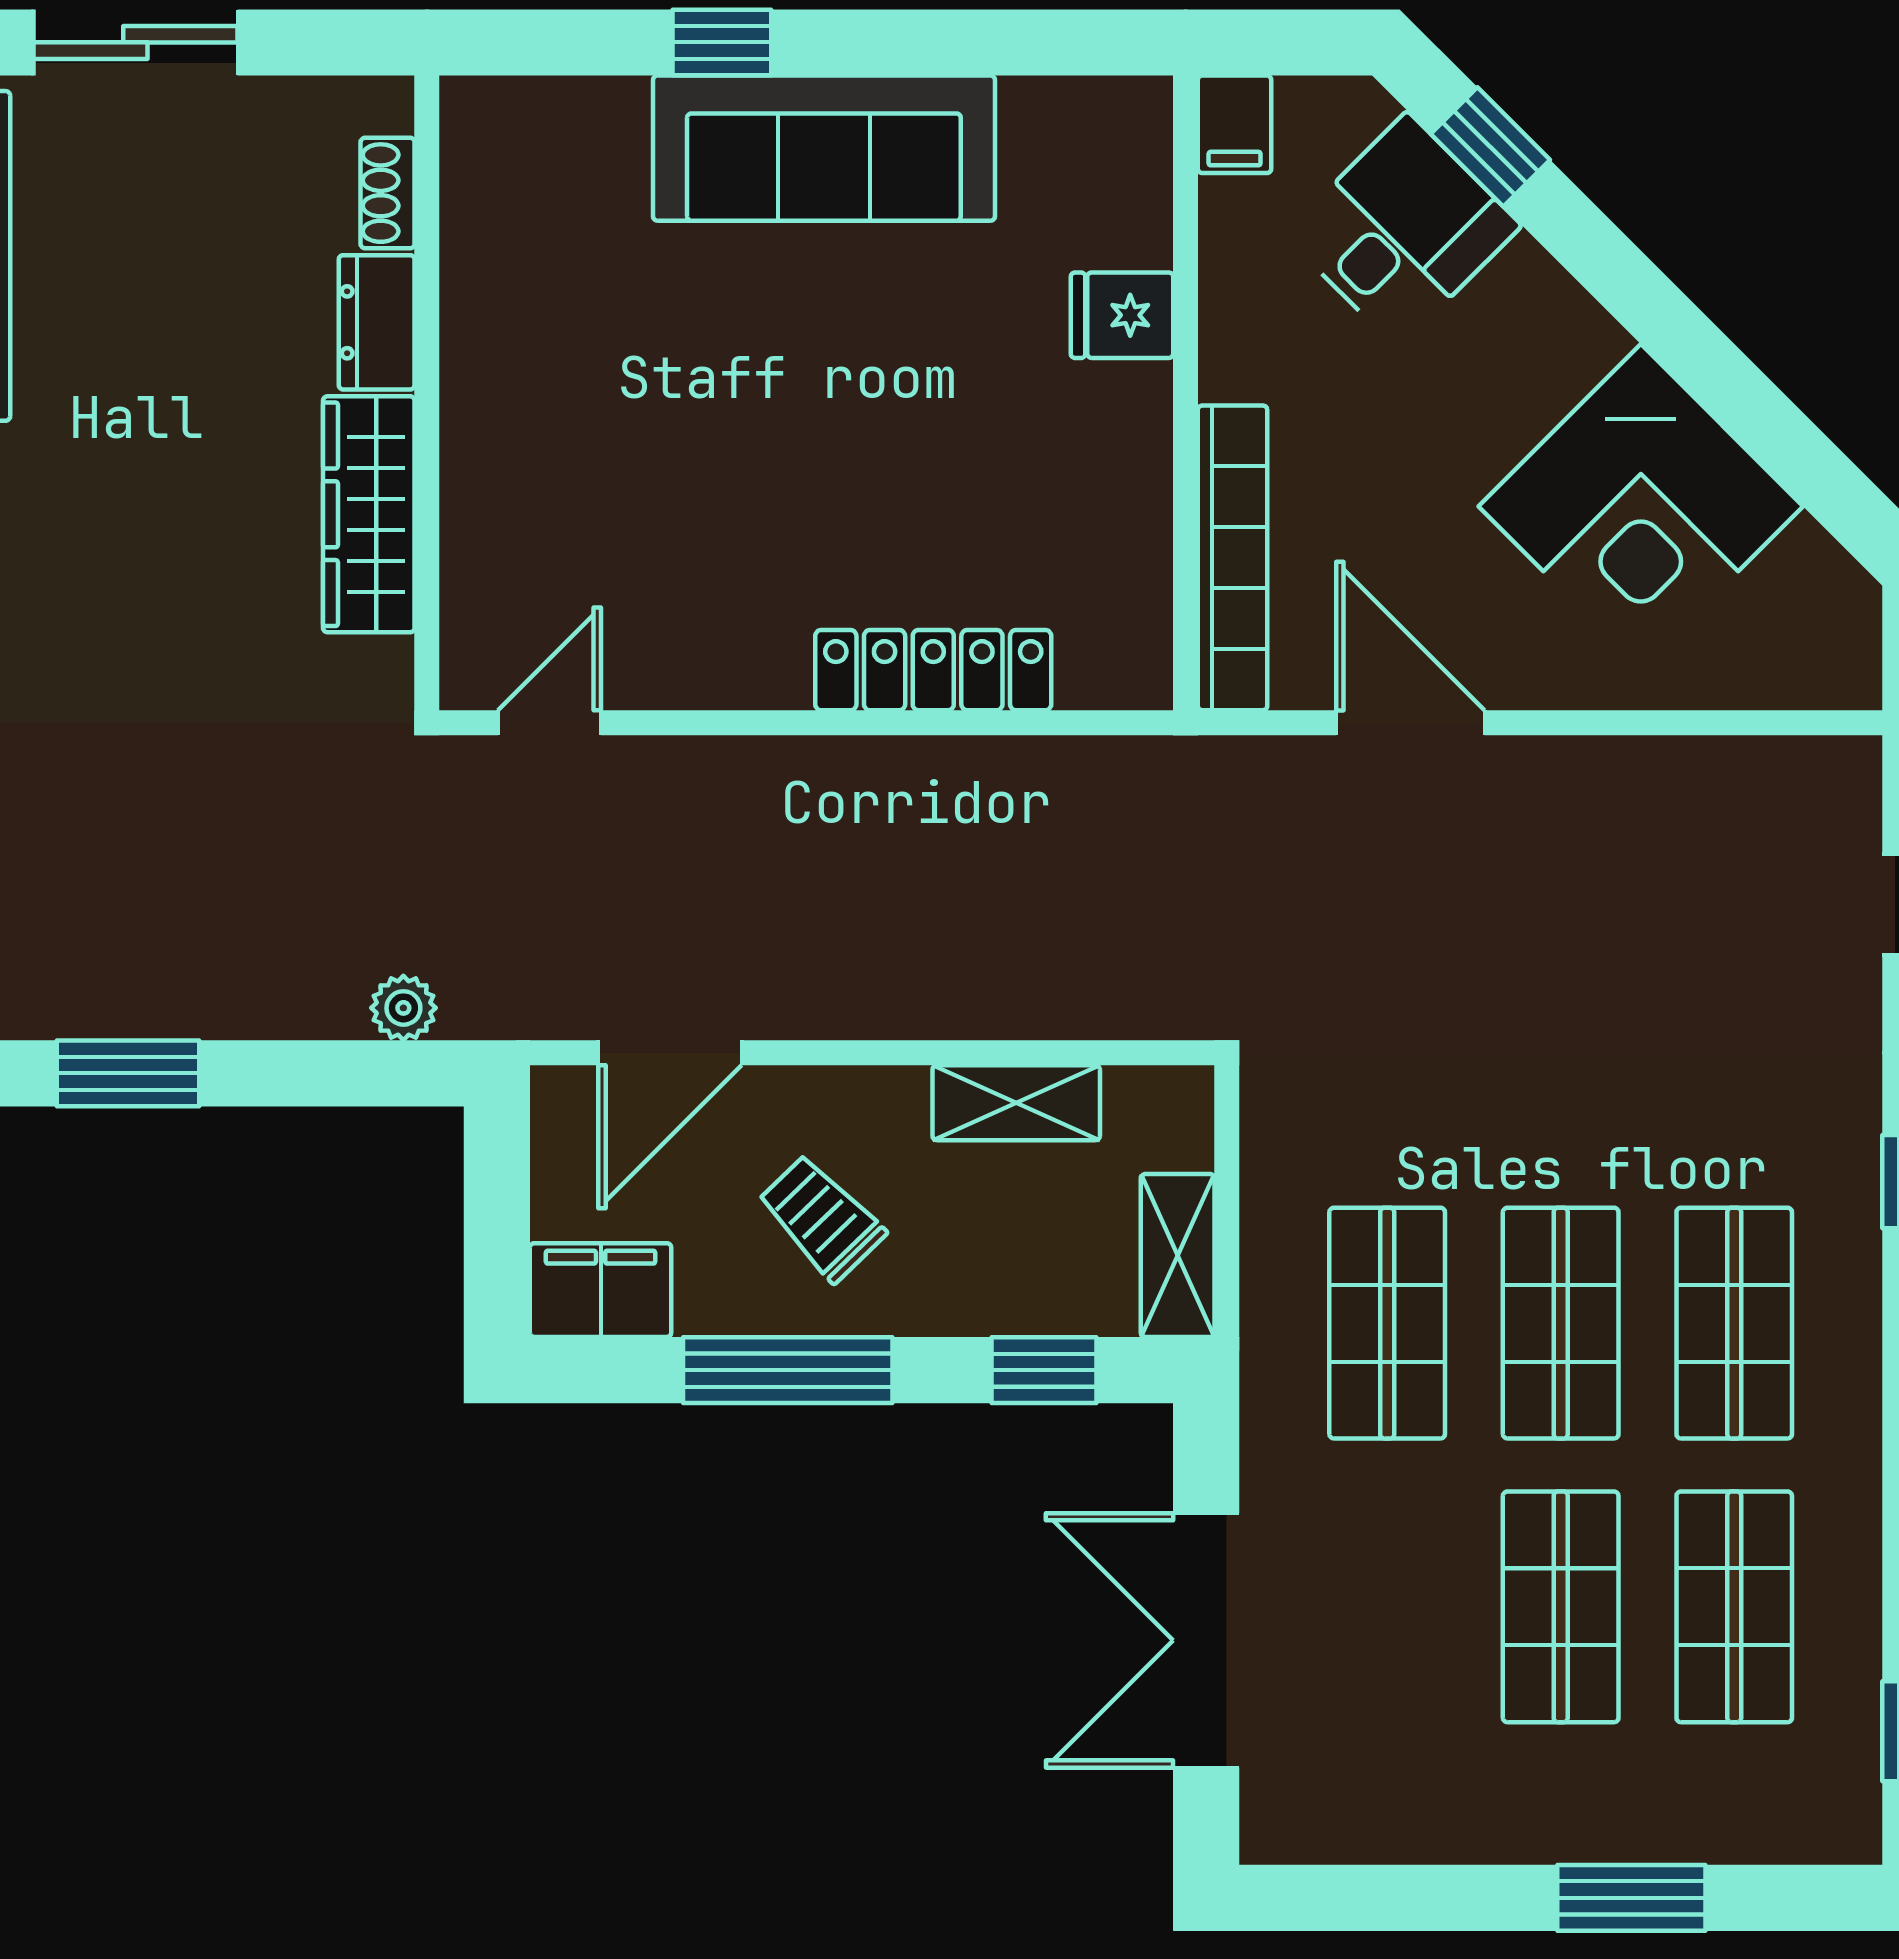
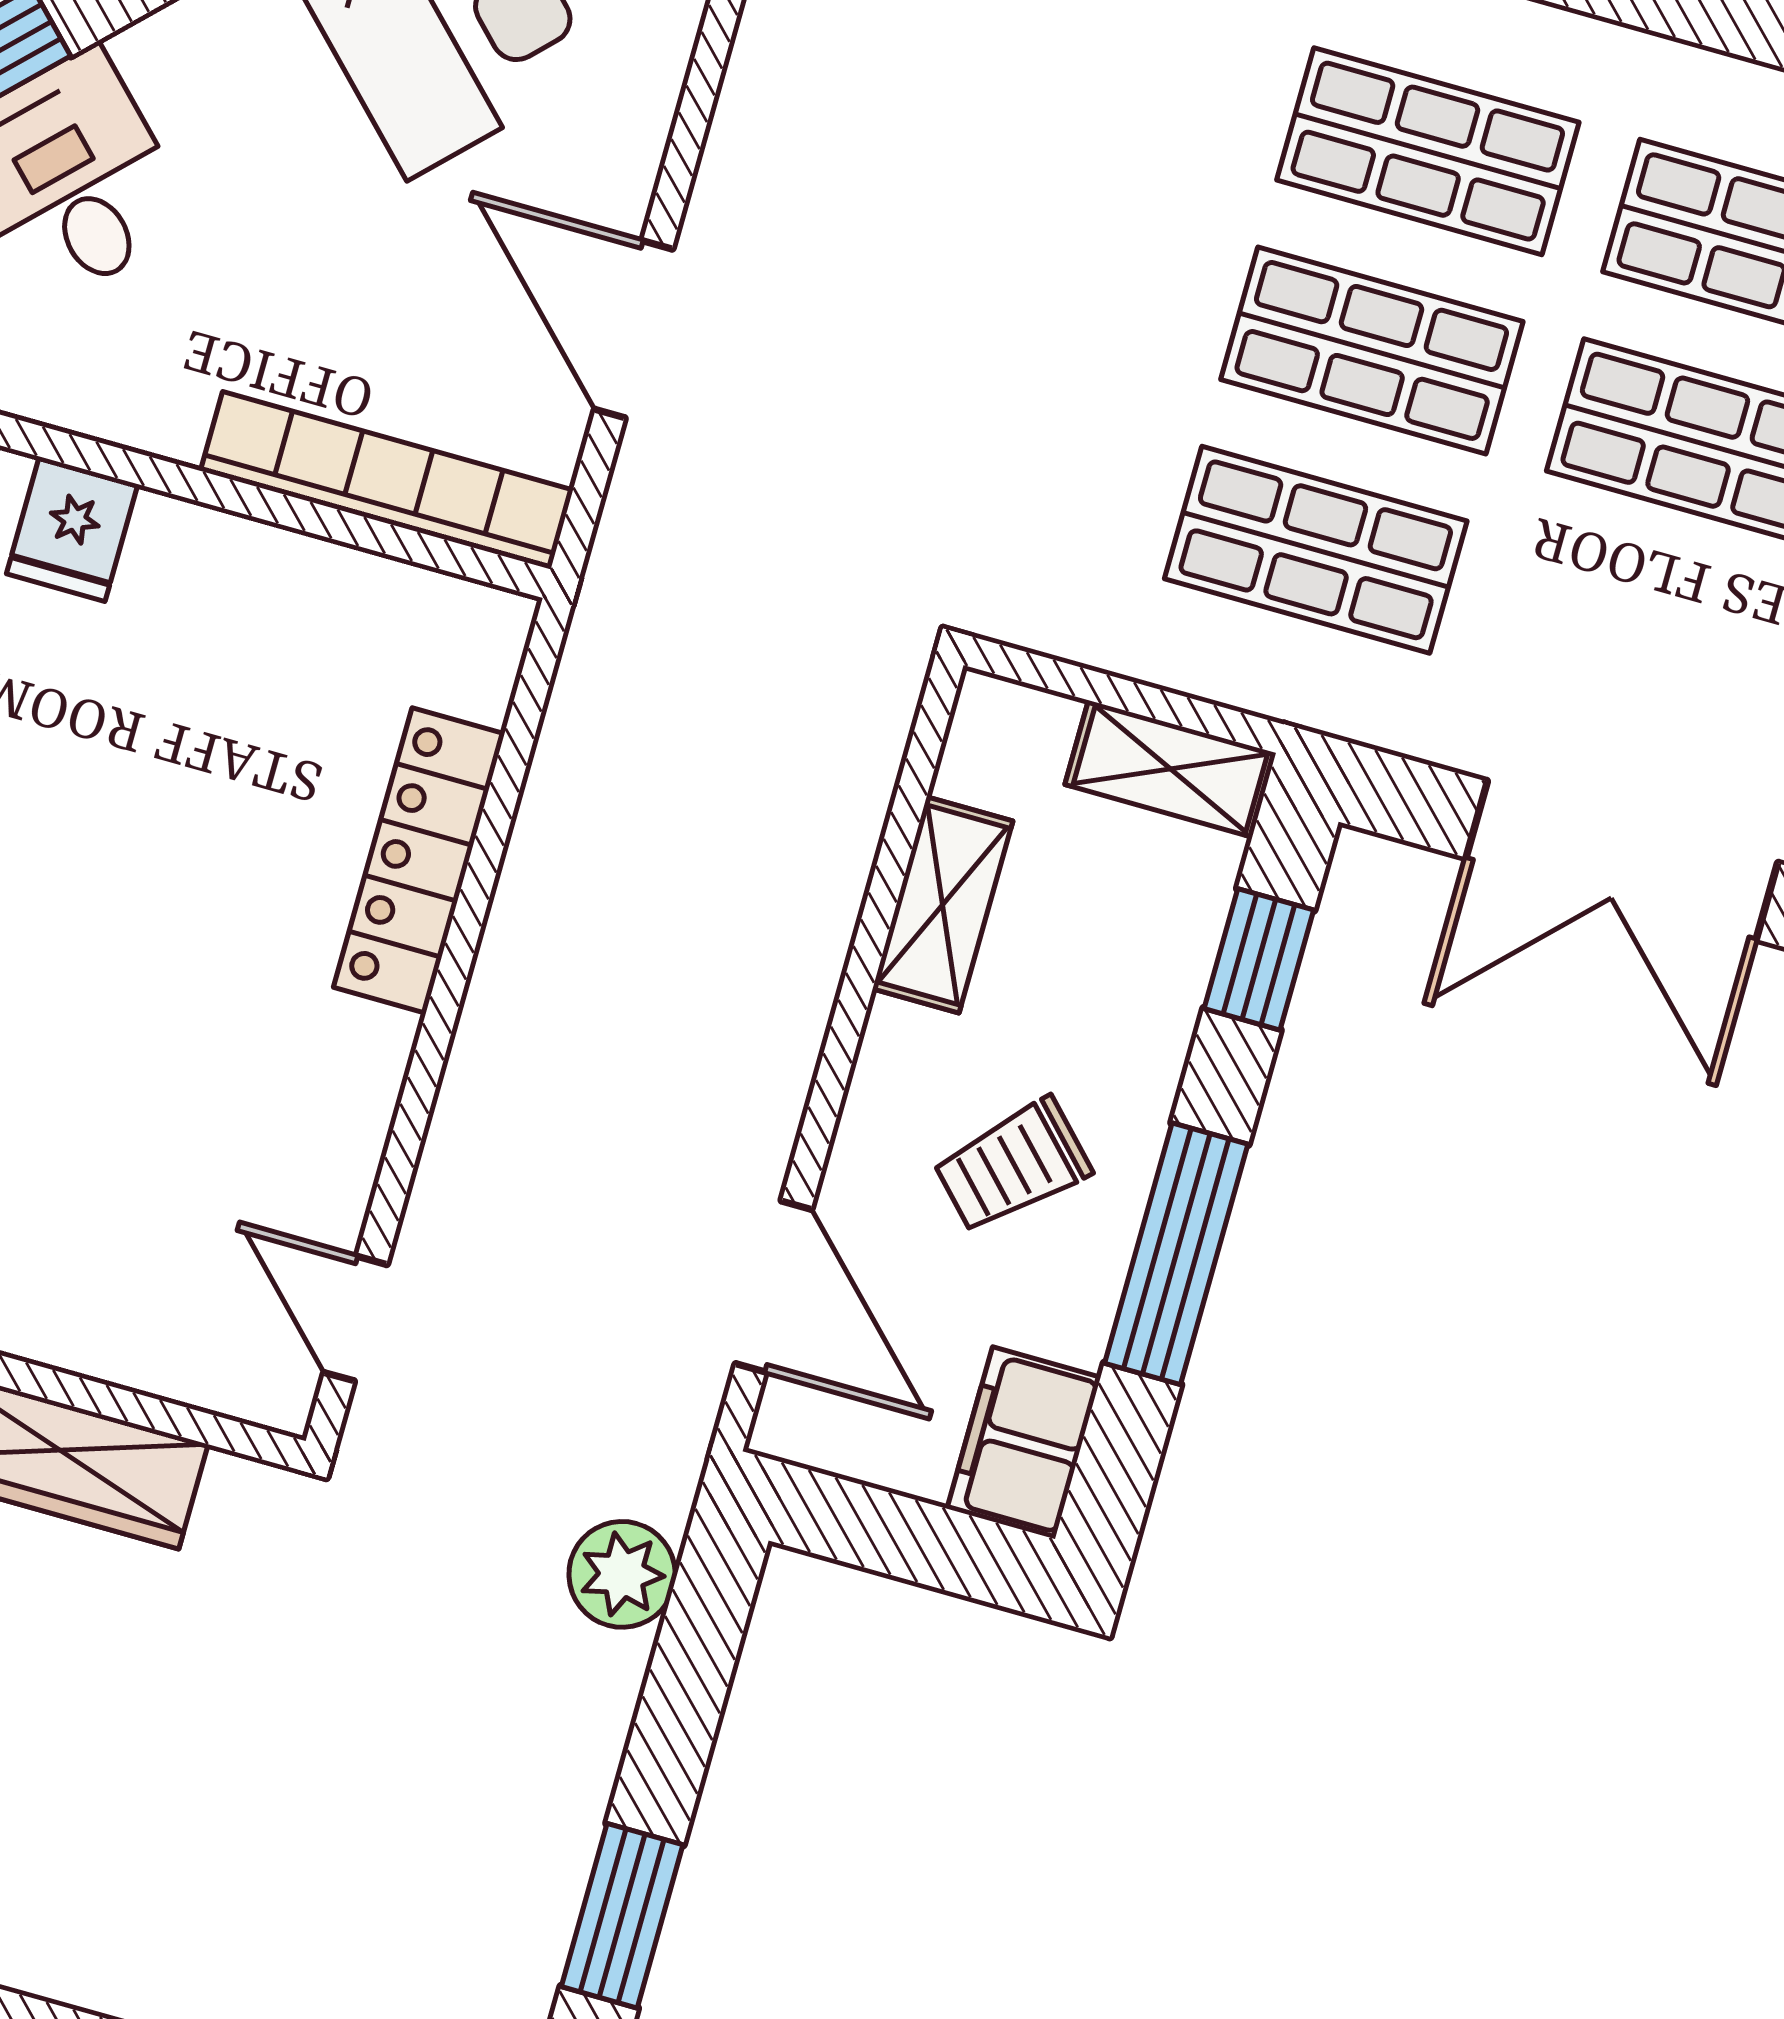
door: (1410, 723) -> (634, 329), hinge flipped
plant: (403, 1008) -> (622, 1574), width x1.38, depth x1.38

